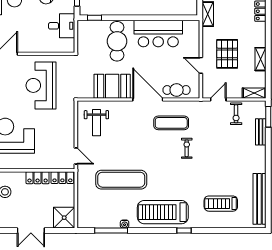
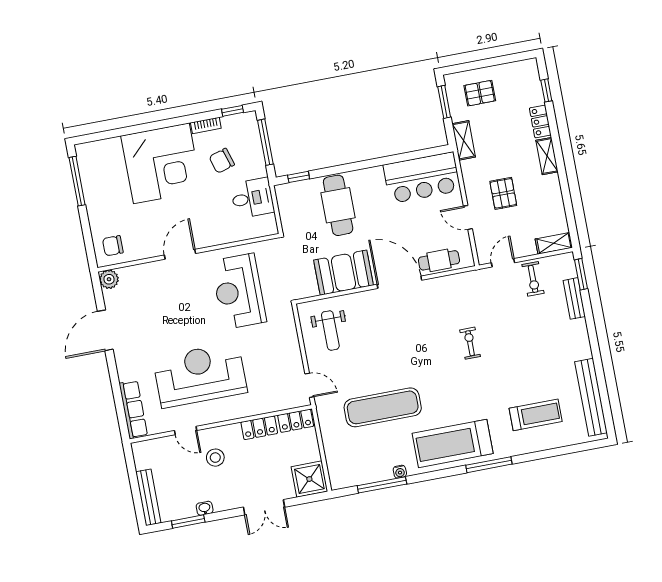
bar counter: (158, 34) -> (422, 178), moved
pallet: (227, 54) -> (503, 193), width x0.67, depth x0.71
shelving: (261, 59) -> (547, 156), moved
exercise mat: (171, 123) -> (440, 310), removed
treadmill: (221, 204) -> (536, 415), turned 180
window: (184, 231) -> (489, 465), width x2.17

